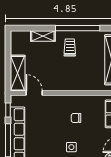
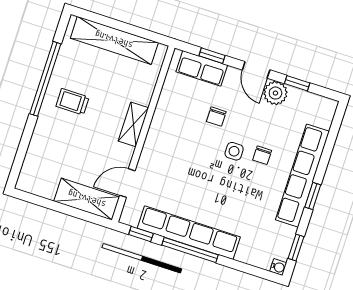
shelving: (43, 36) -> (133, 124), moved
chair: (76, 118) -> (216, 117), moved

